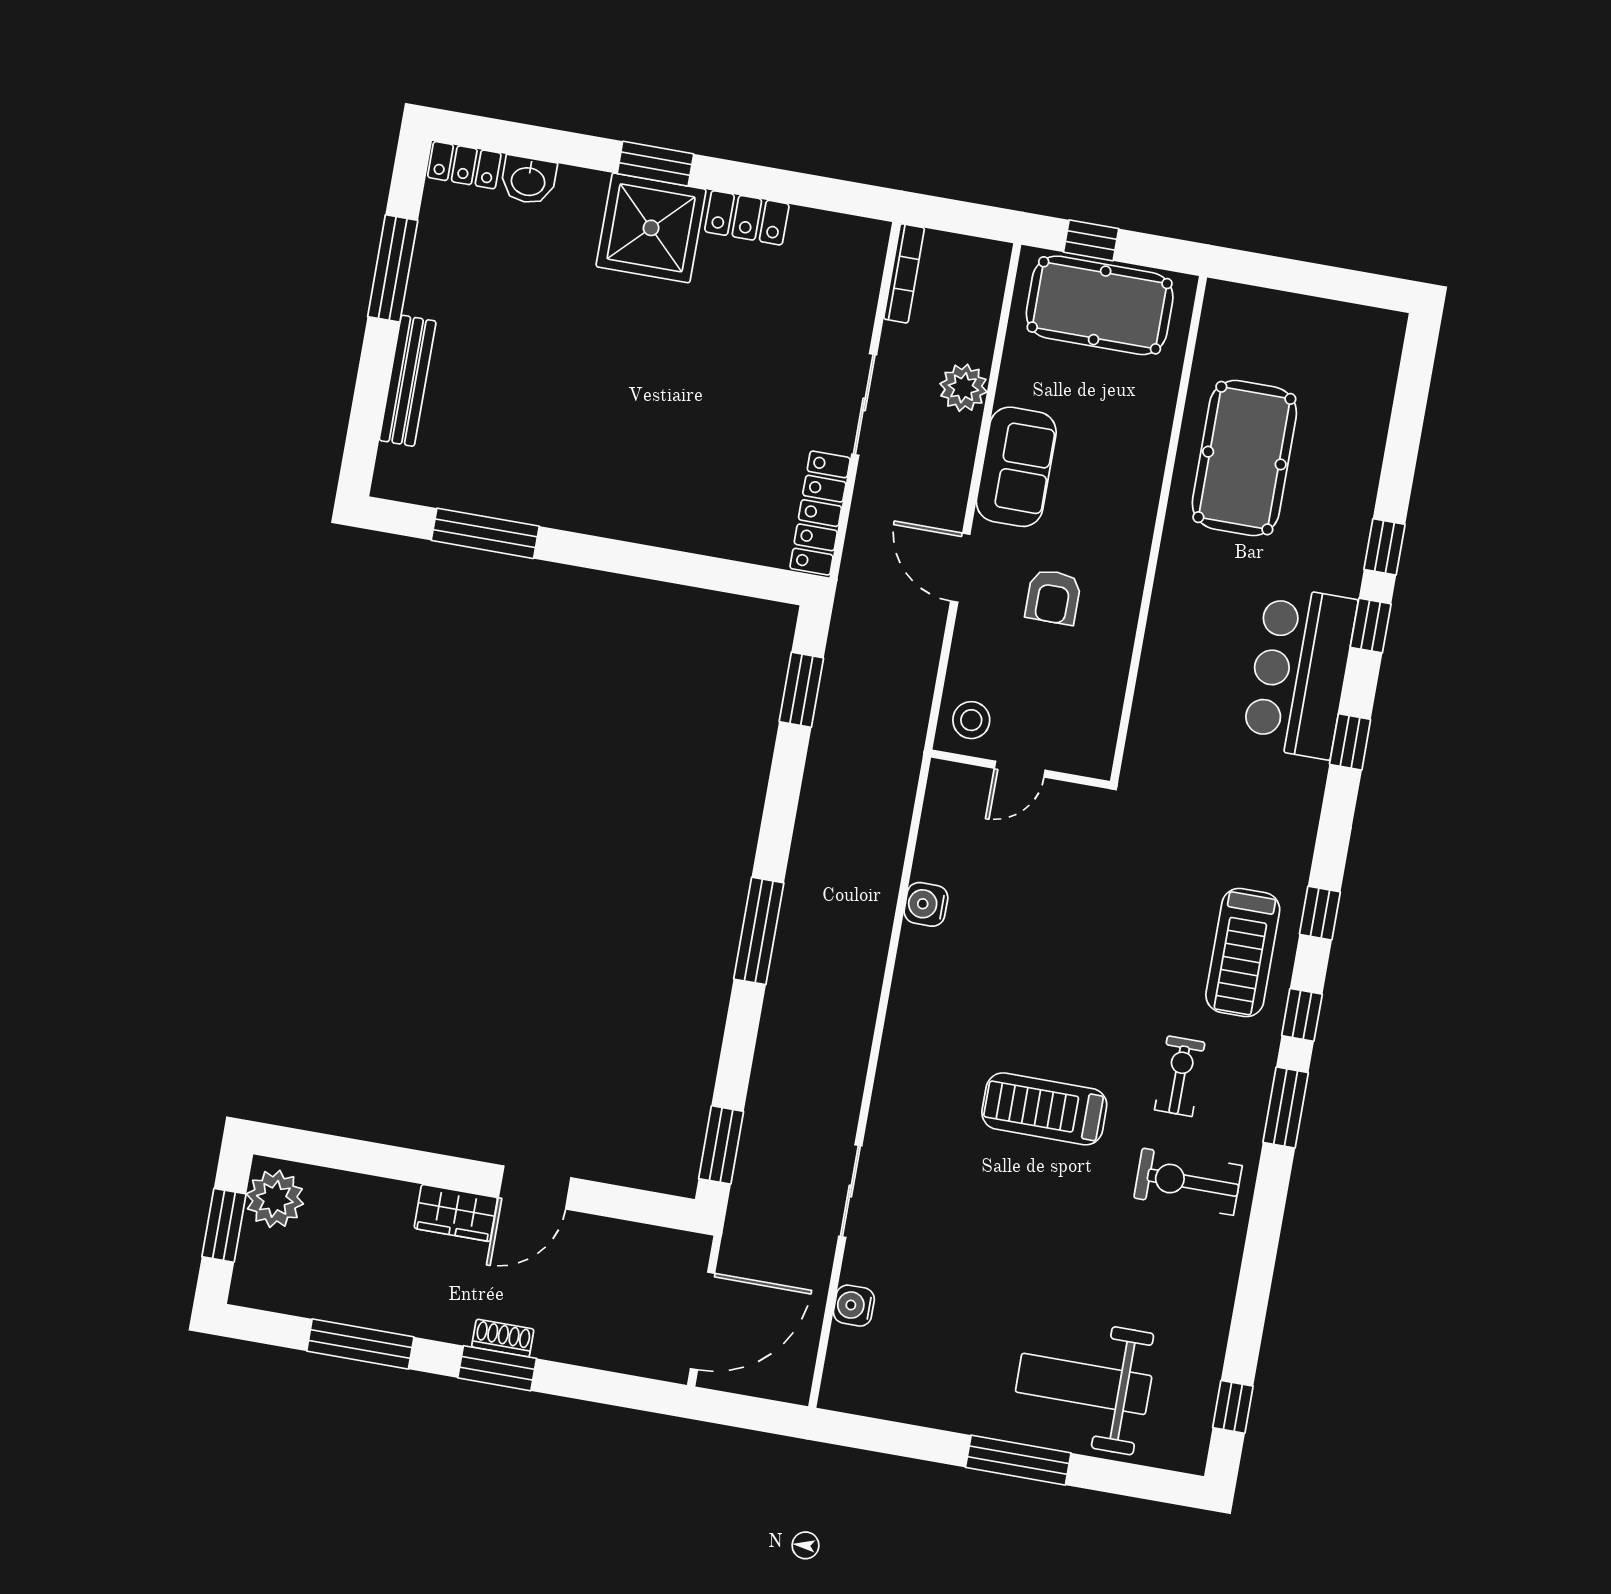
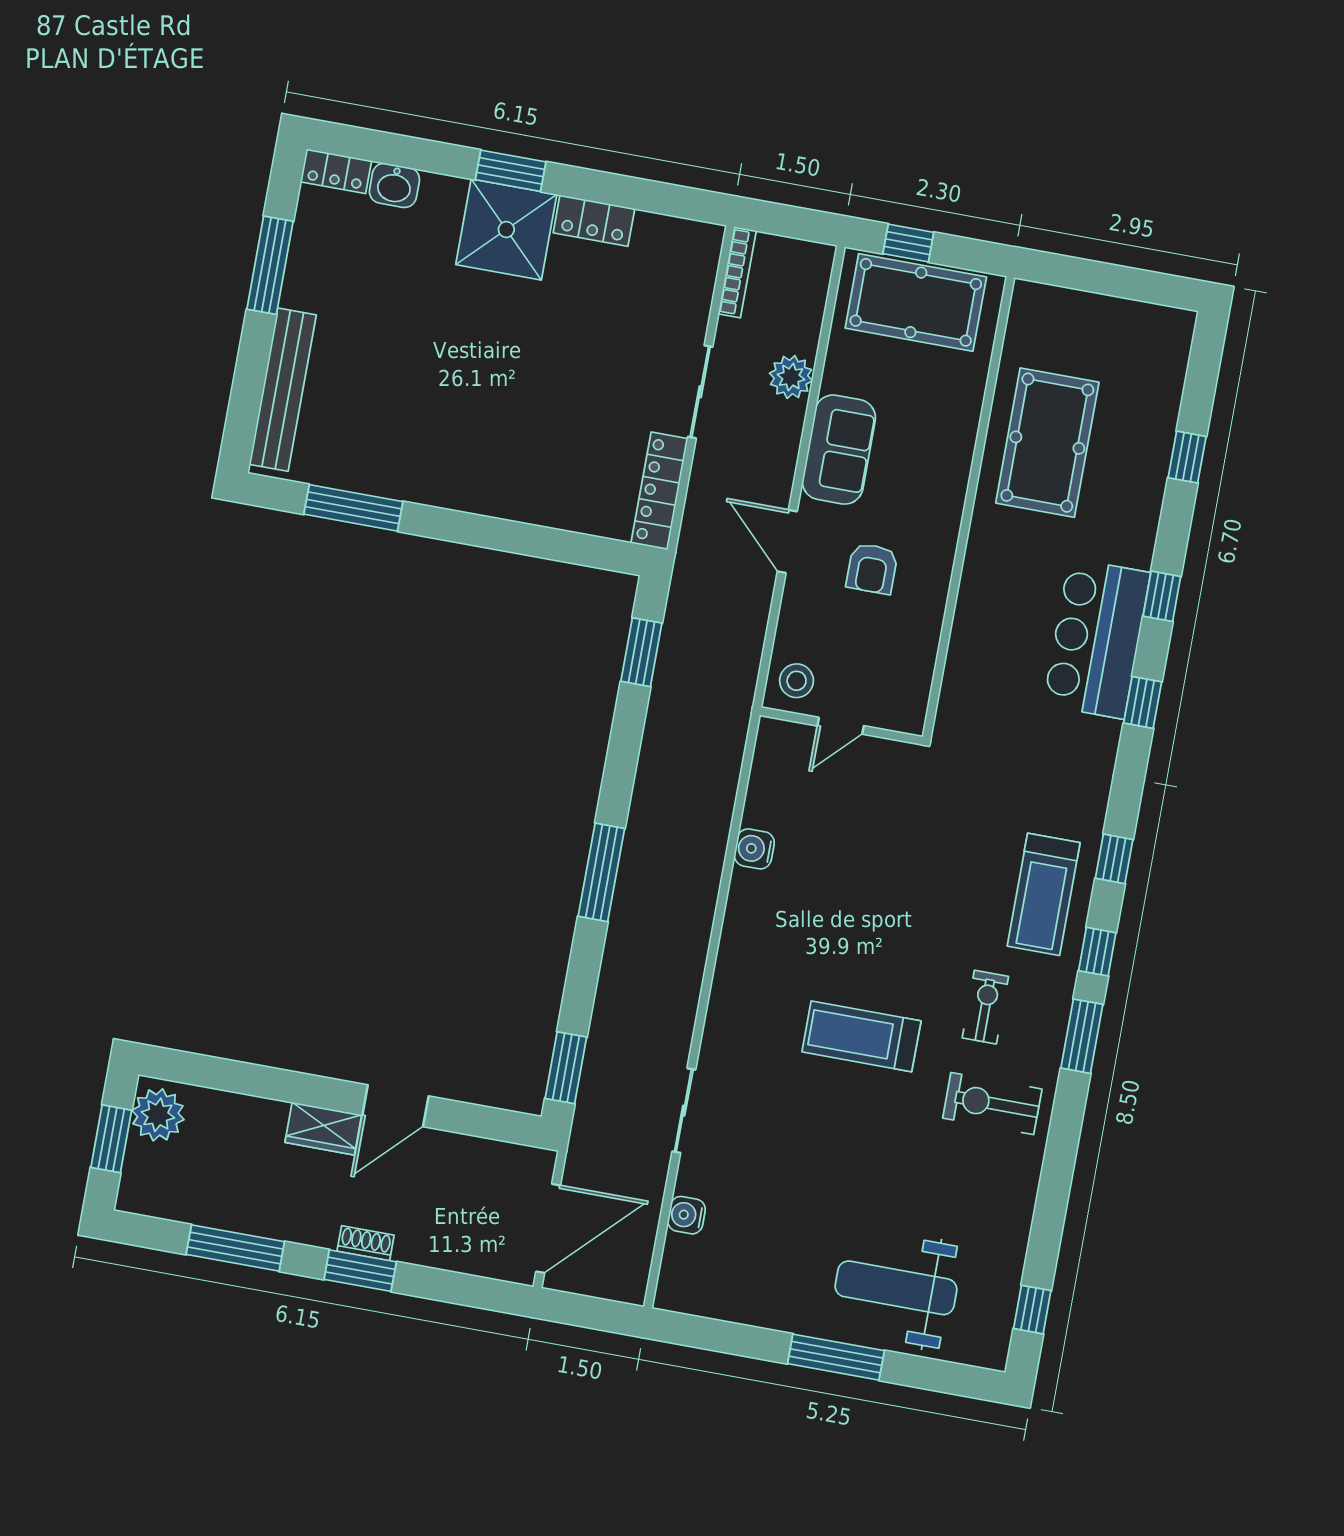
bench: (408, 381) -> (283, 390), width x1.37, depth x1.21
window: (1384, 547) -> (1187, 457), moved

